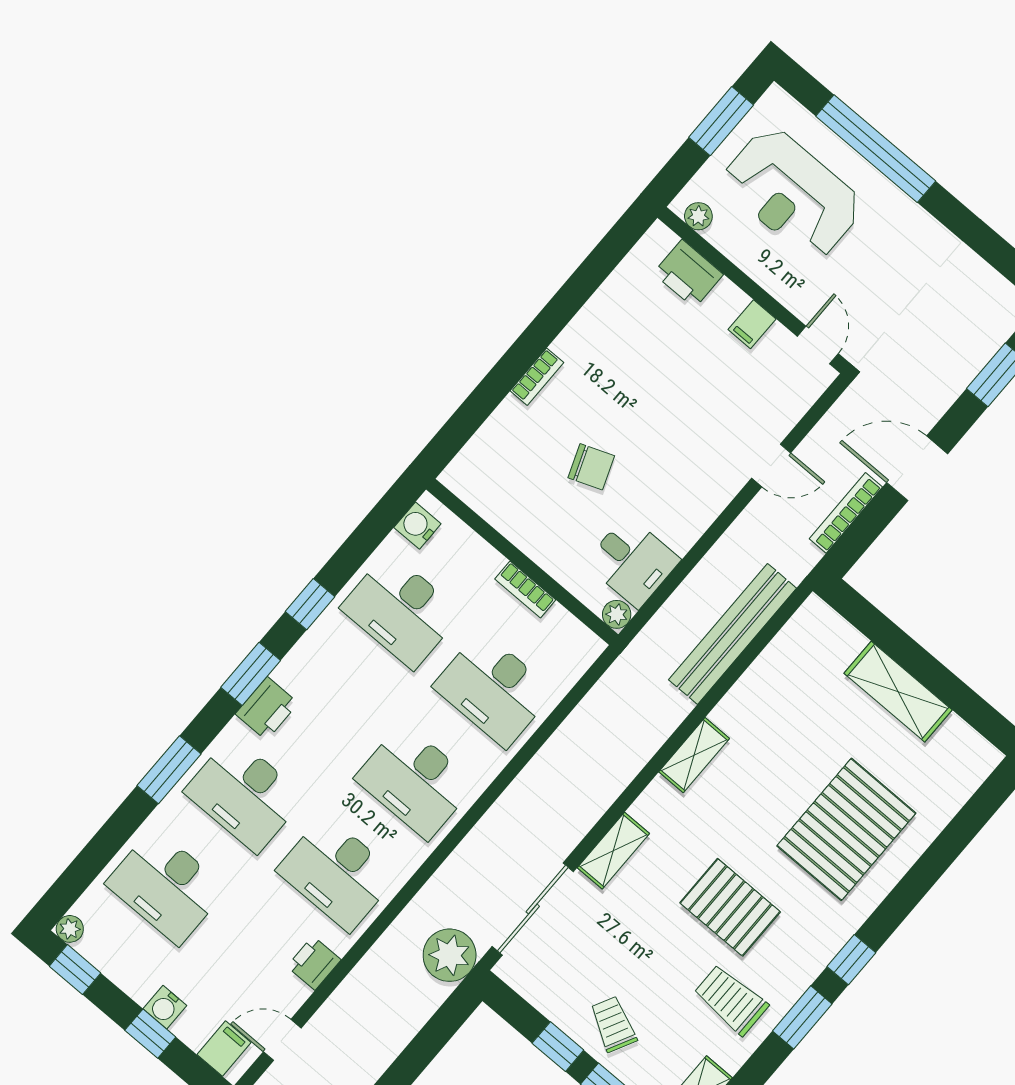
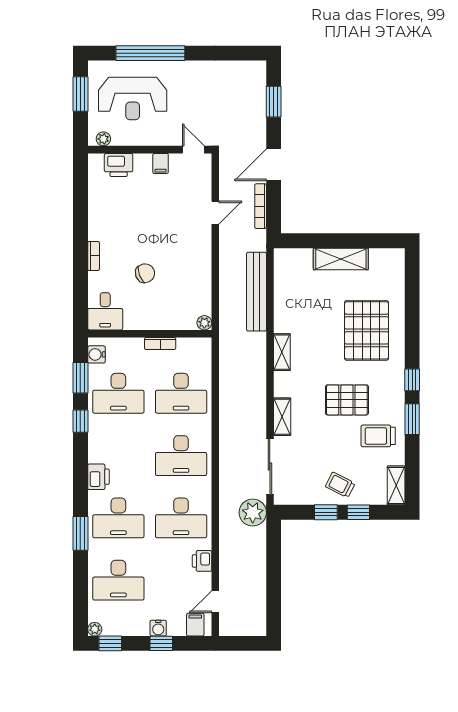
desk: (632, 561) -> (105, 311), moved, turned 90
window: (251, 674) -> (80, 378), moved

